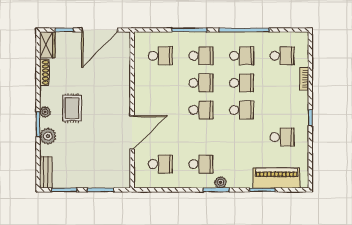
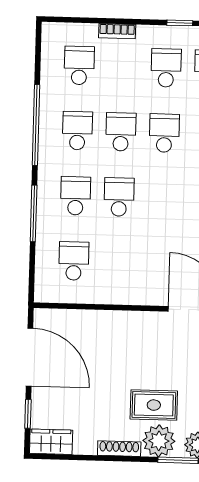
shoe rack: (44, 72) -> (119, 449), moved
school desk: (201, 110) -> (166, 68), moved
plant: (45, 112) -> (159, 441), width x1.88, depth x1.88

